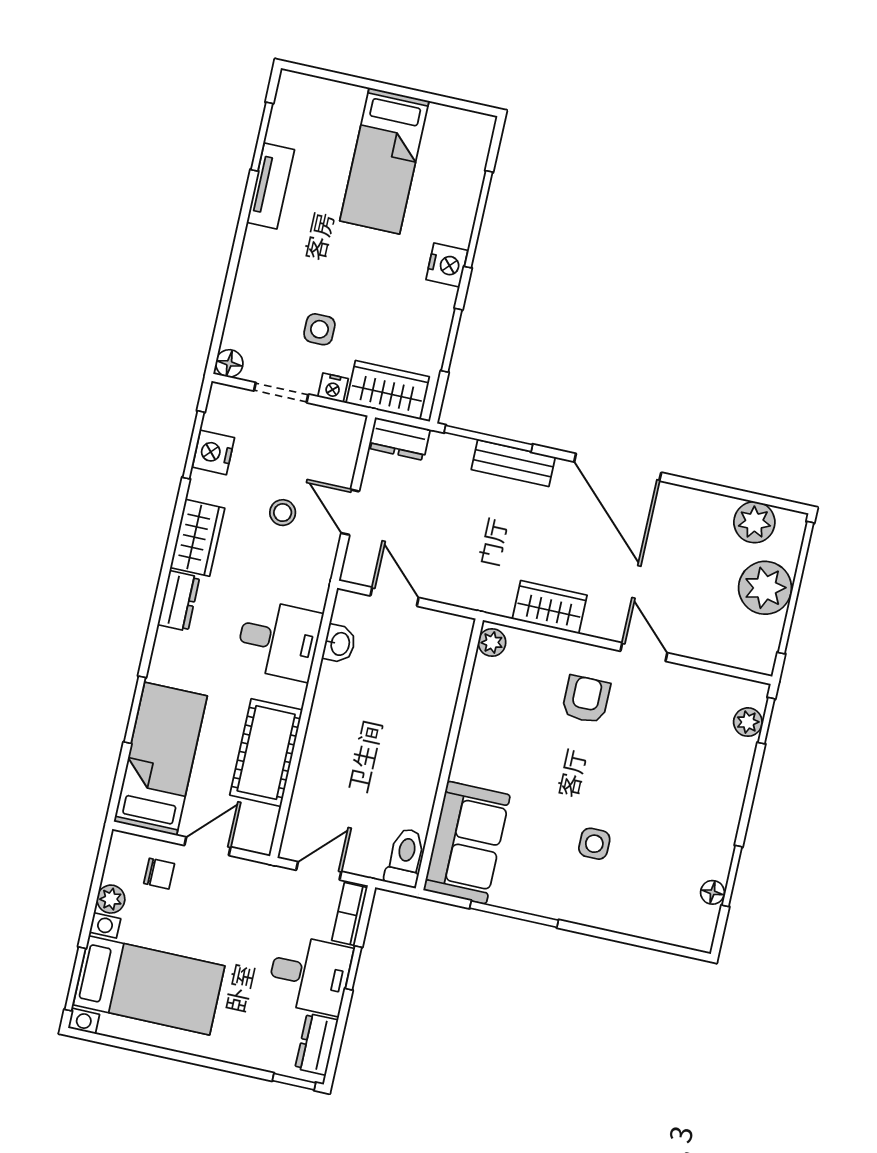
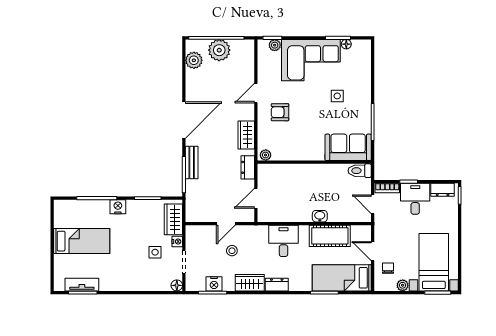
tv unit: (271, 186) -> (82, 285), moved
dresser: (399, 439) -> (248, 167), moved, turned 180
washbasin: (339, 644) -> (320, 216), moved
corner sofa: (693, 800) -> (311, 60), added

